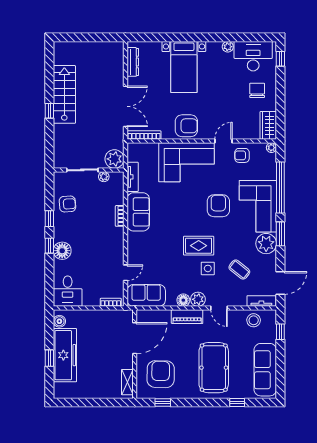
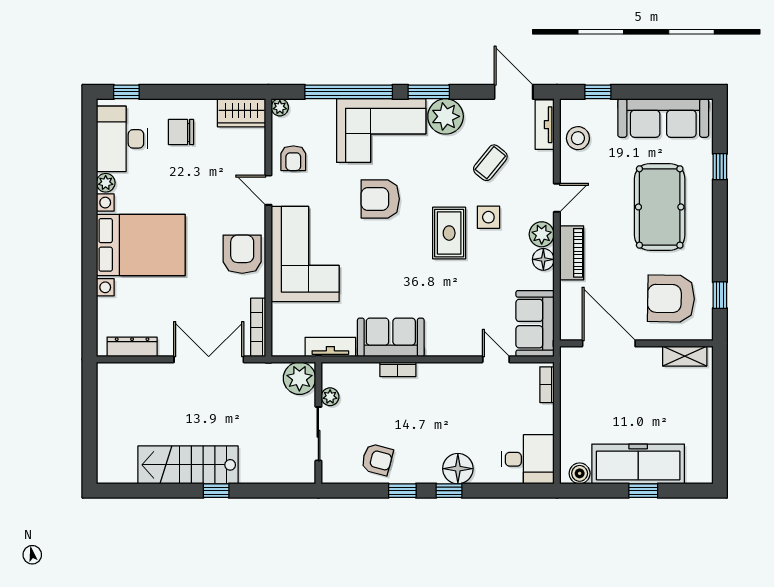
bed with nightstands: (184, 67) -> (141, 245), width x1.36
armchair: (67, 204) -> (377, 460), turned 109
pool table: (214, 368) -> (660, 207), turned 90

